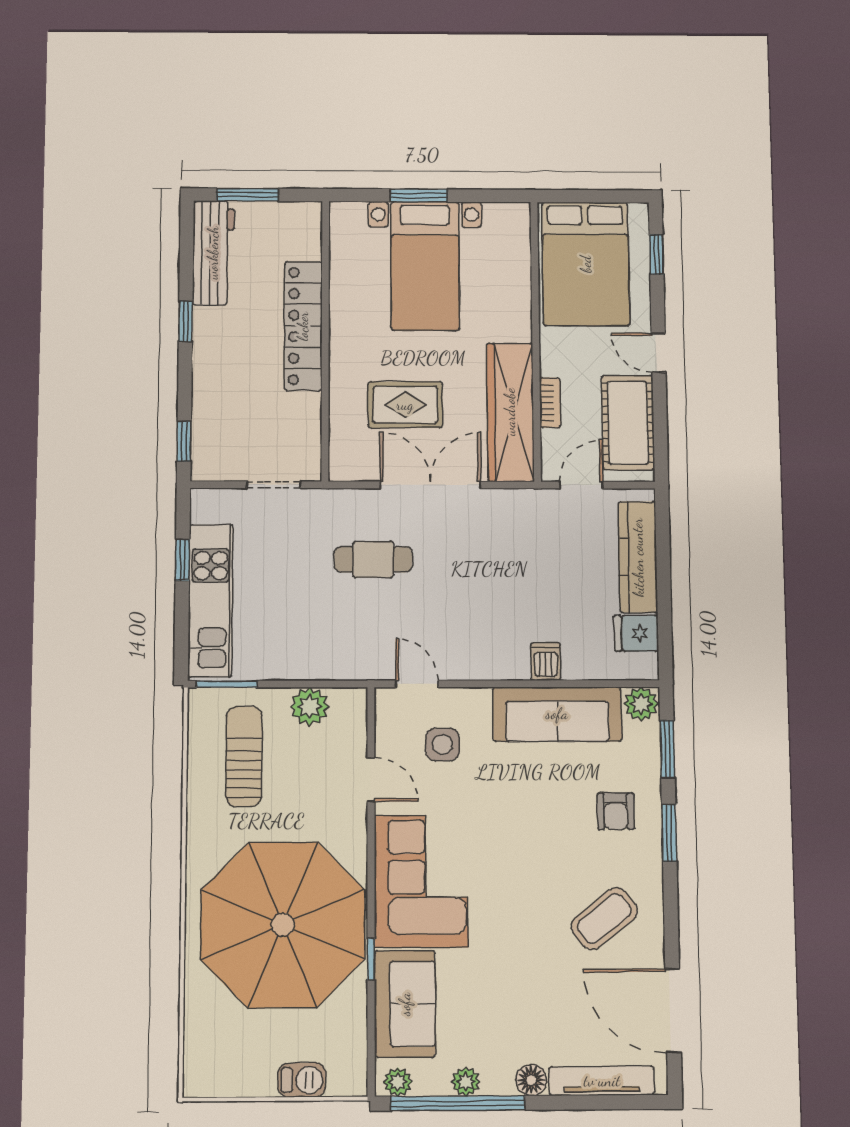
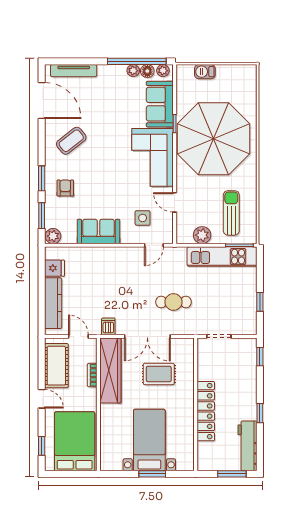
door: (581, 485) -> (78, 336), swing flipped
kitchen unit: (210, 601) -> (222, 257), moved, turned -90
dishwasher: (546, 661) -> (108, 326), moved, turned 180
door: (417, 684) -> (154, 245), hinge flipped
sofa: (557, 714) -> (98, 231), width x0.73
sun lounger: (244, 756) -> (231, 213), turned 180
floor lamp: (531, 1080) -> (147, 71), moved

